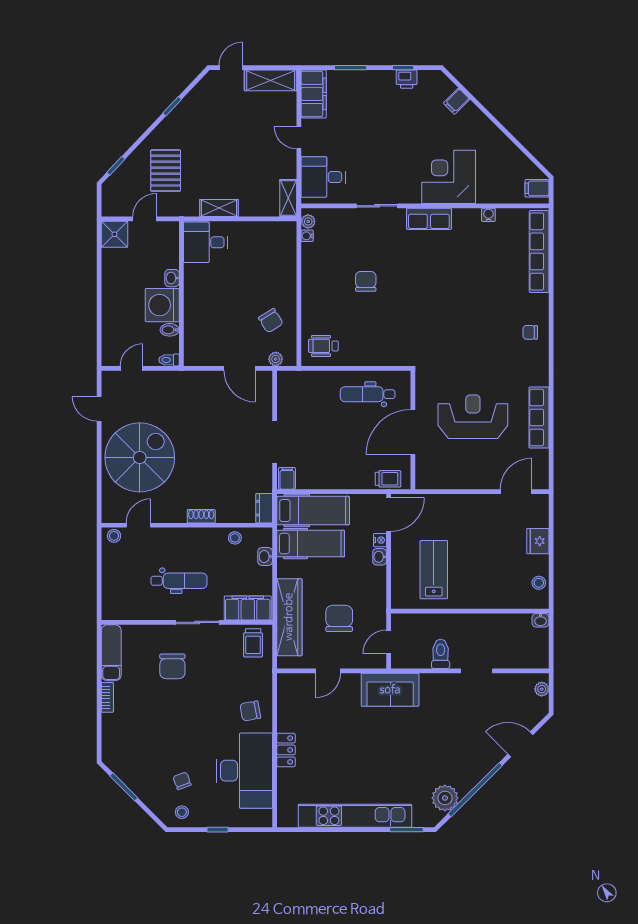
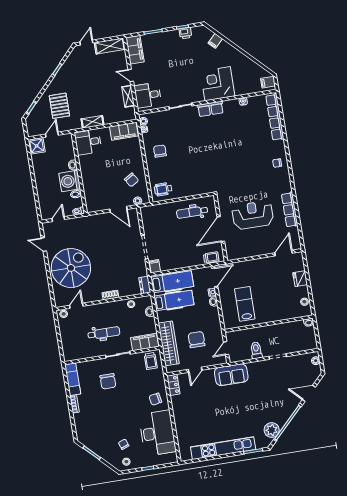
shelving: (288, 198) -> (128, 96), moved
filing cabinet: (271, 234) -> (124, 131), added
chair: (366, 281) -> (160, 151), moved
locker: (286, 750) -> (173, 385), moved

